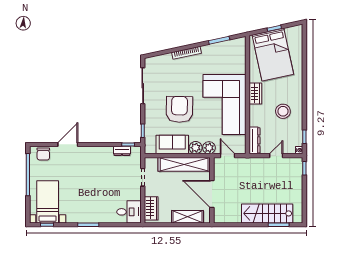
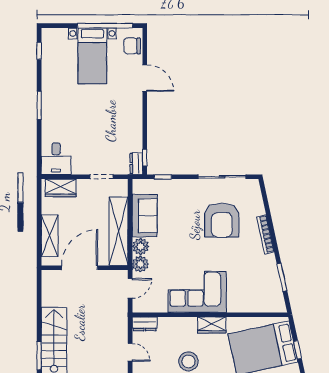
corner sofa: (224, 105) -> (197, 292), width x0.73, depth x0.74
armchair: (179, 109) -> (222, 220), moved, turned 89
dresser: (254, 140) -> (145, 324), width x0.70
dresser: (122, 151) -> (136, 164), moved
bed with nightstands: (48, 202) -> (92, 56), moved, turned 90

